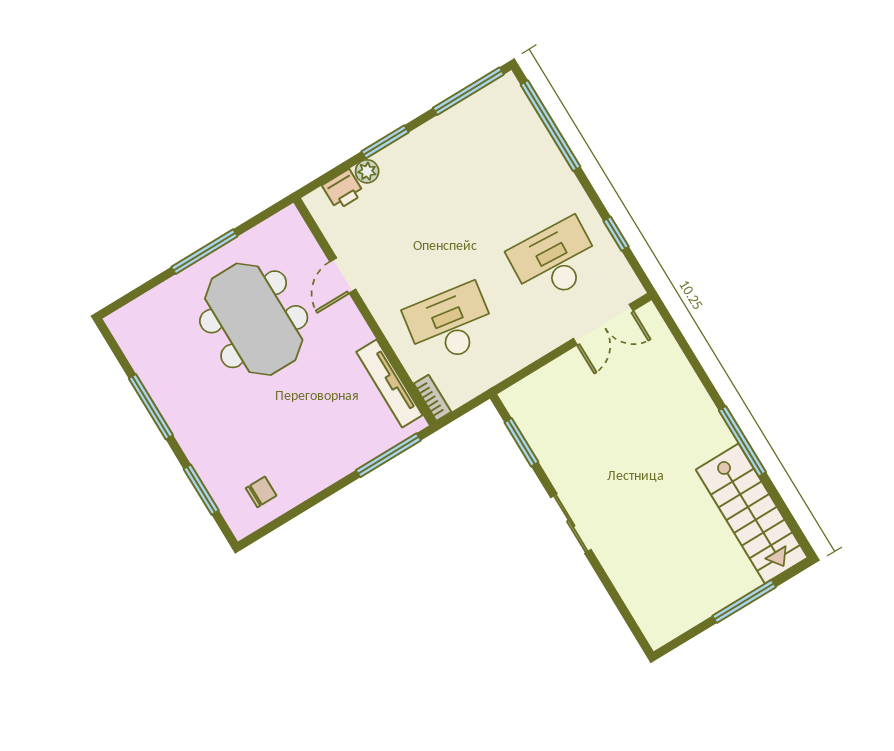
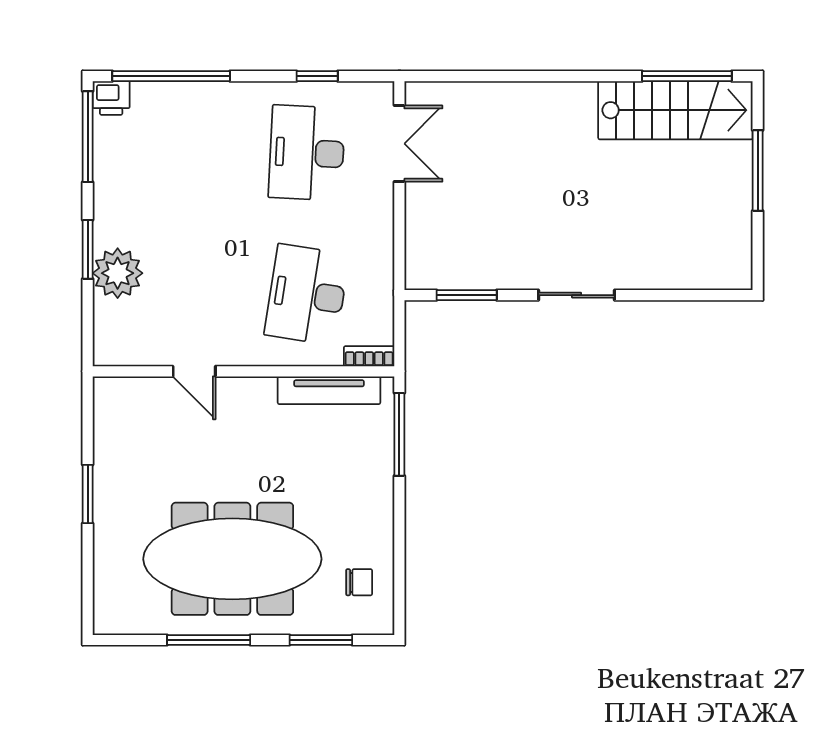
plant: (367, 171) -> (118, 273), width x1.87, depth x1.87
printer: (343, 189) -> (111, 98), moved, turned 90
window: (204, 252) -> (88, 494), width x0.69
meeting table: (254, 319) -> (232, 559), moved, width x1.36
window: (742, 441) -> (687, 76), moved
chair: (261, 492) -> (359, 582), turned 90

